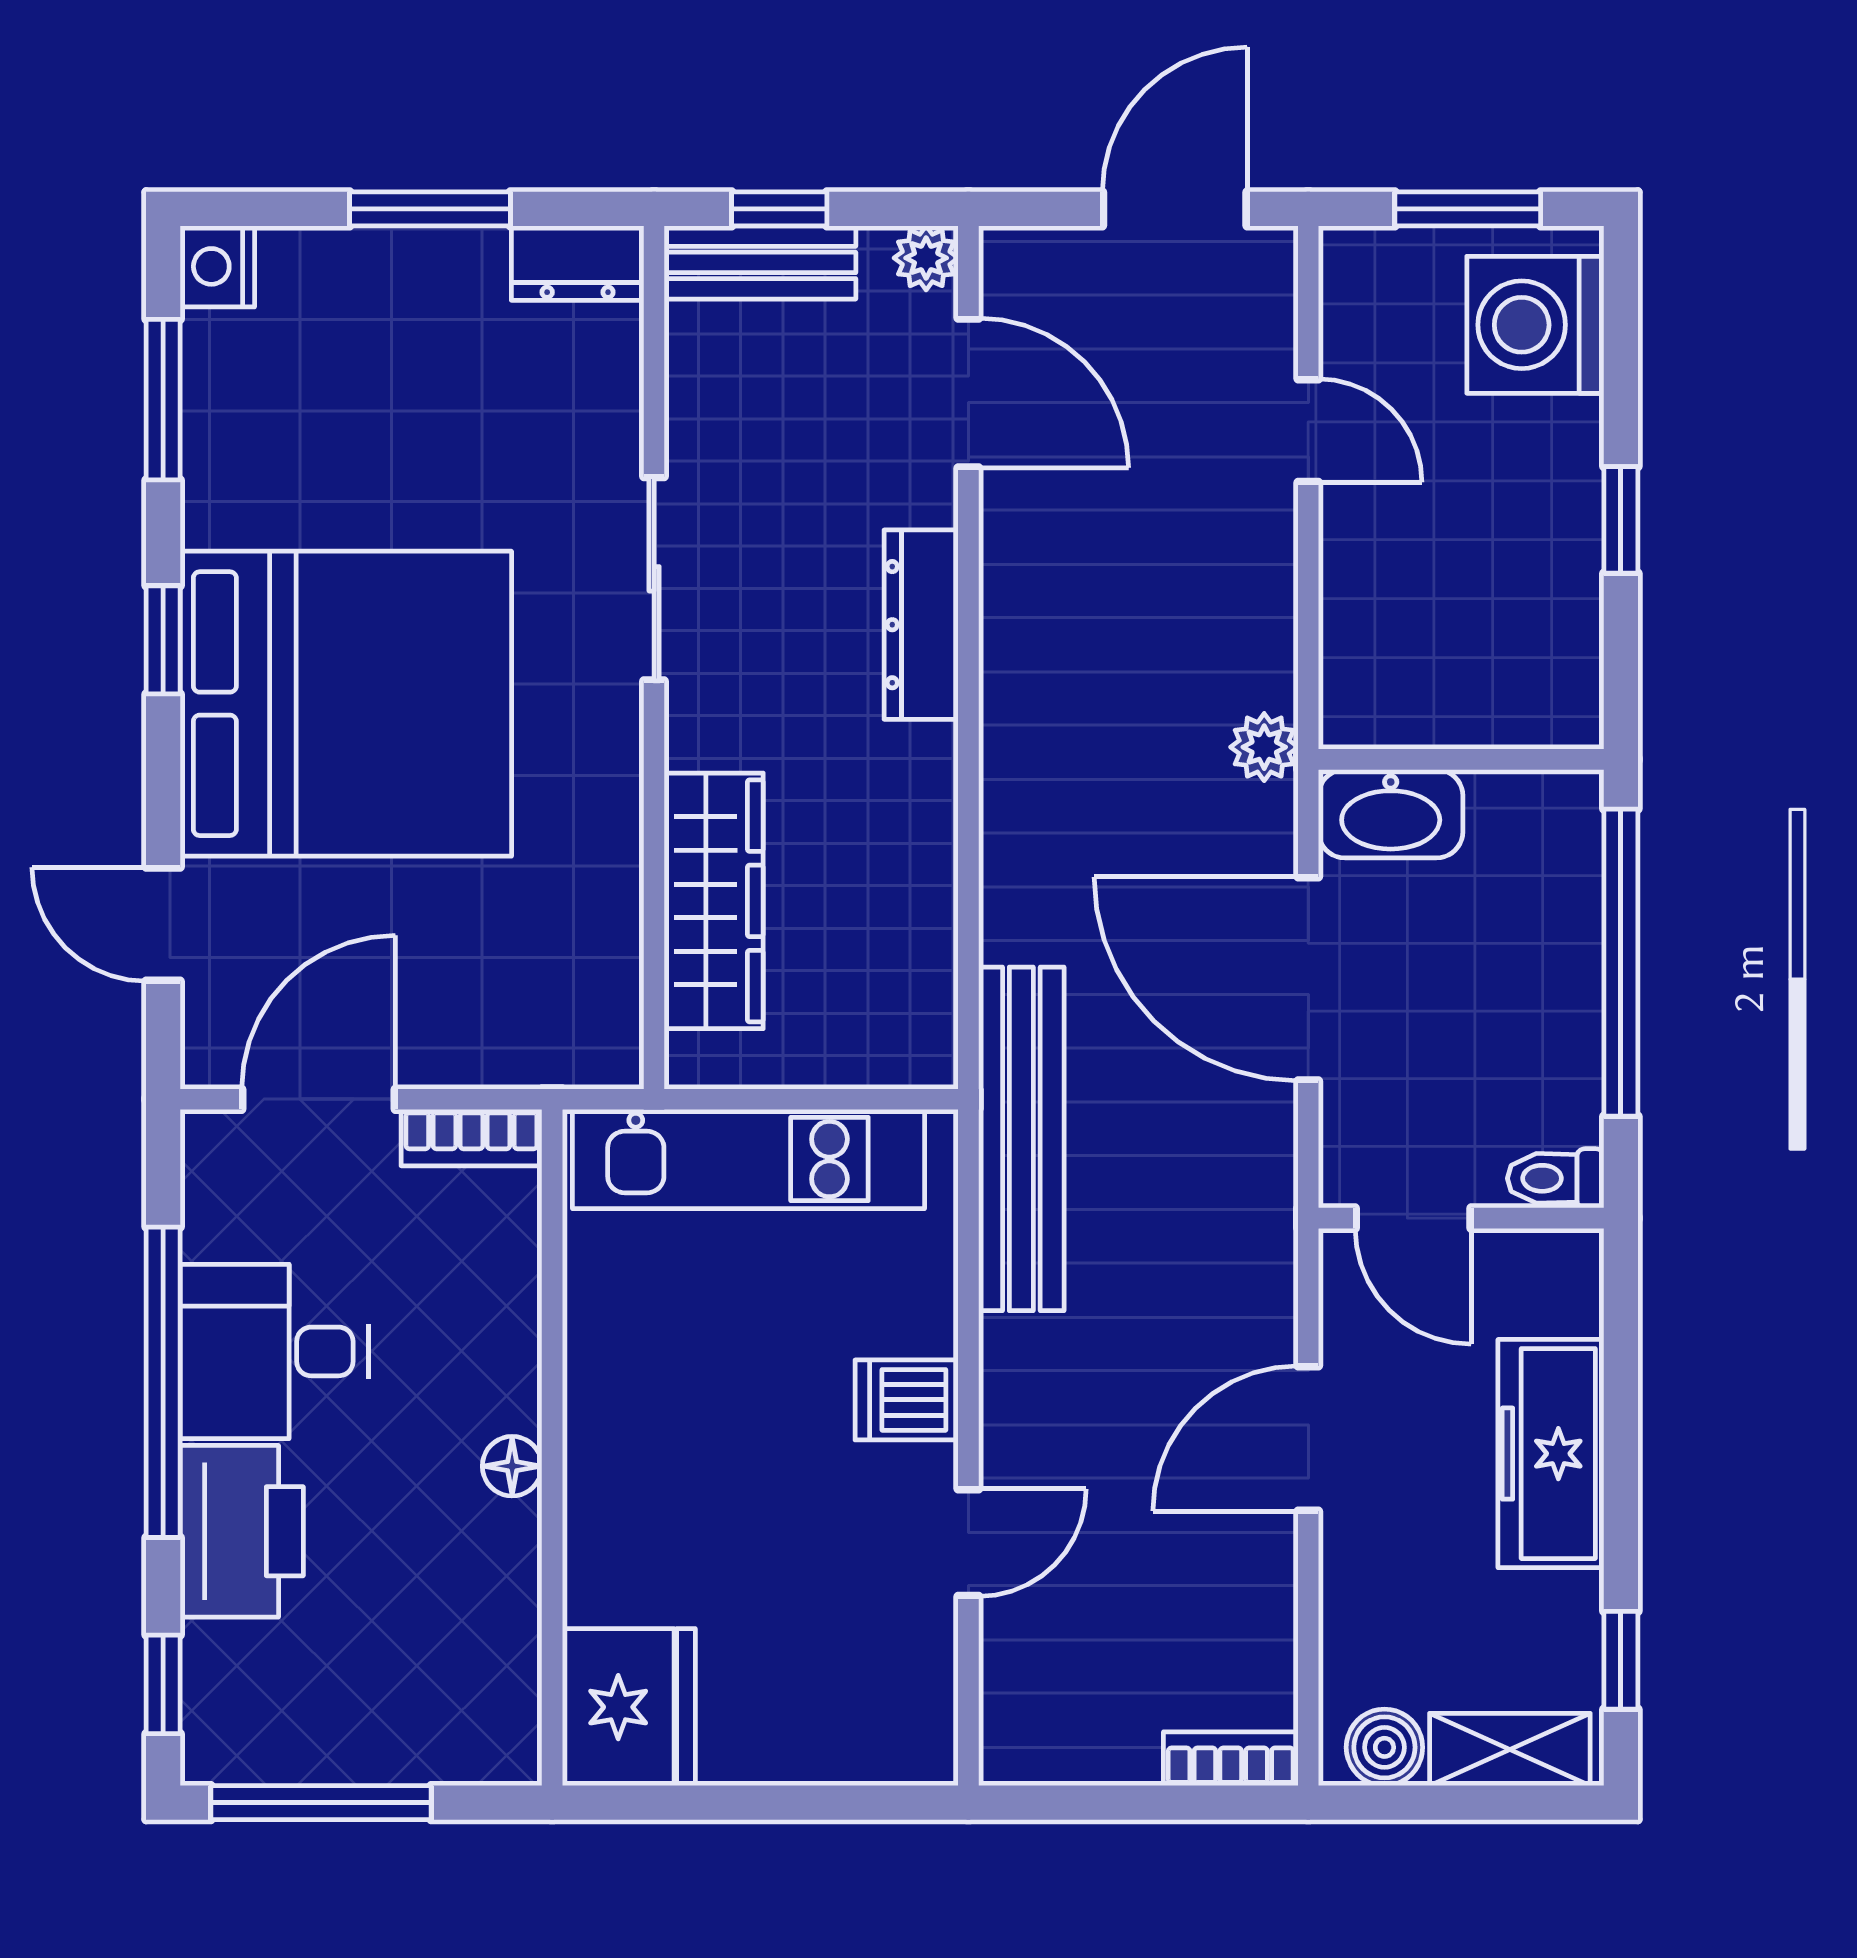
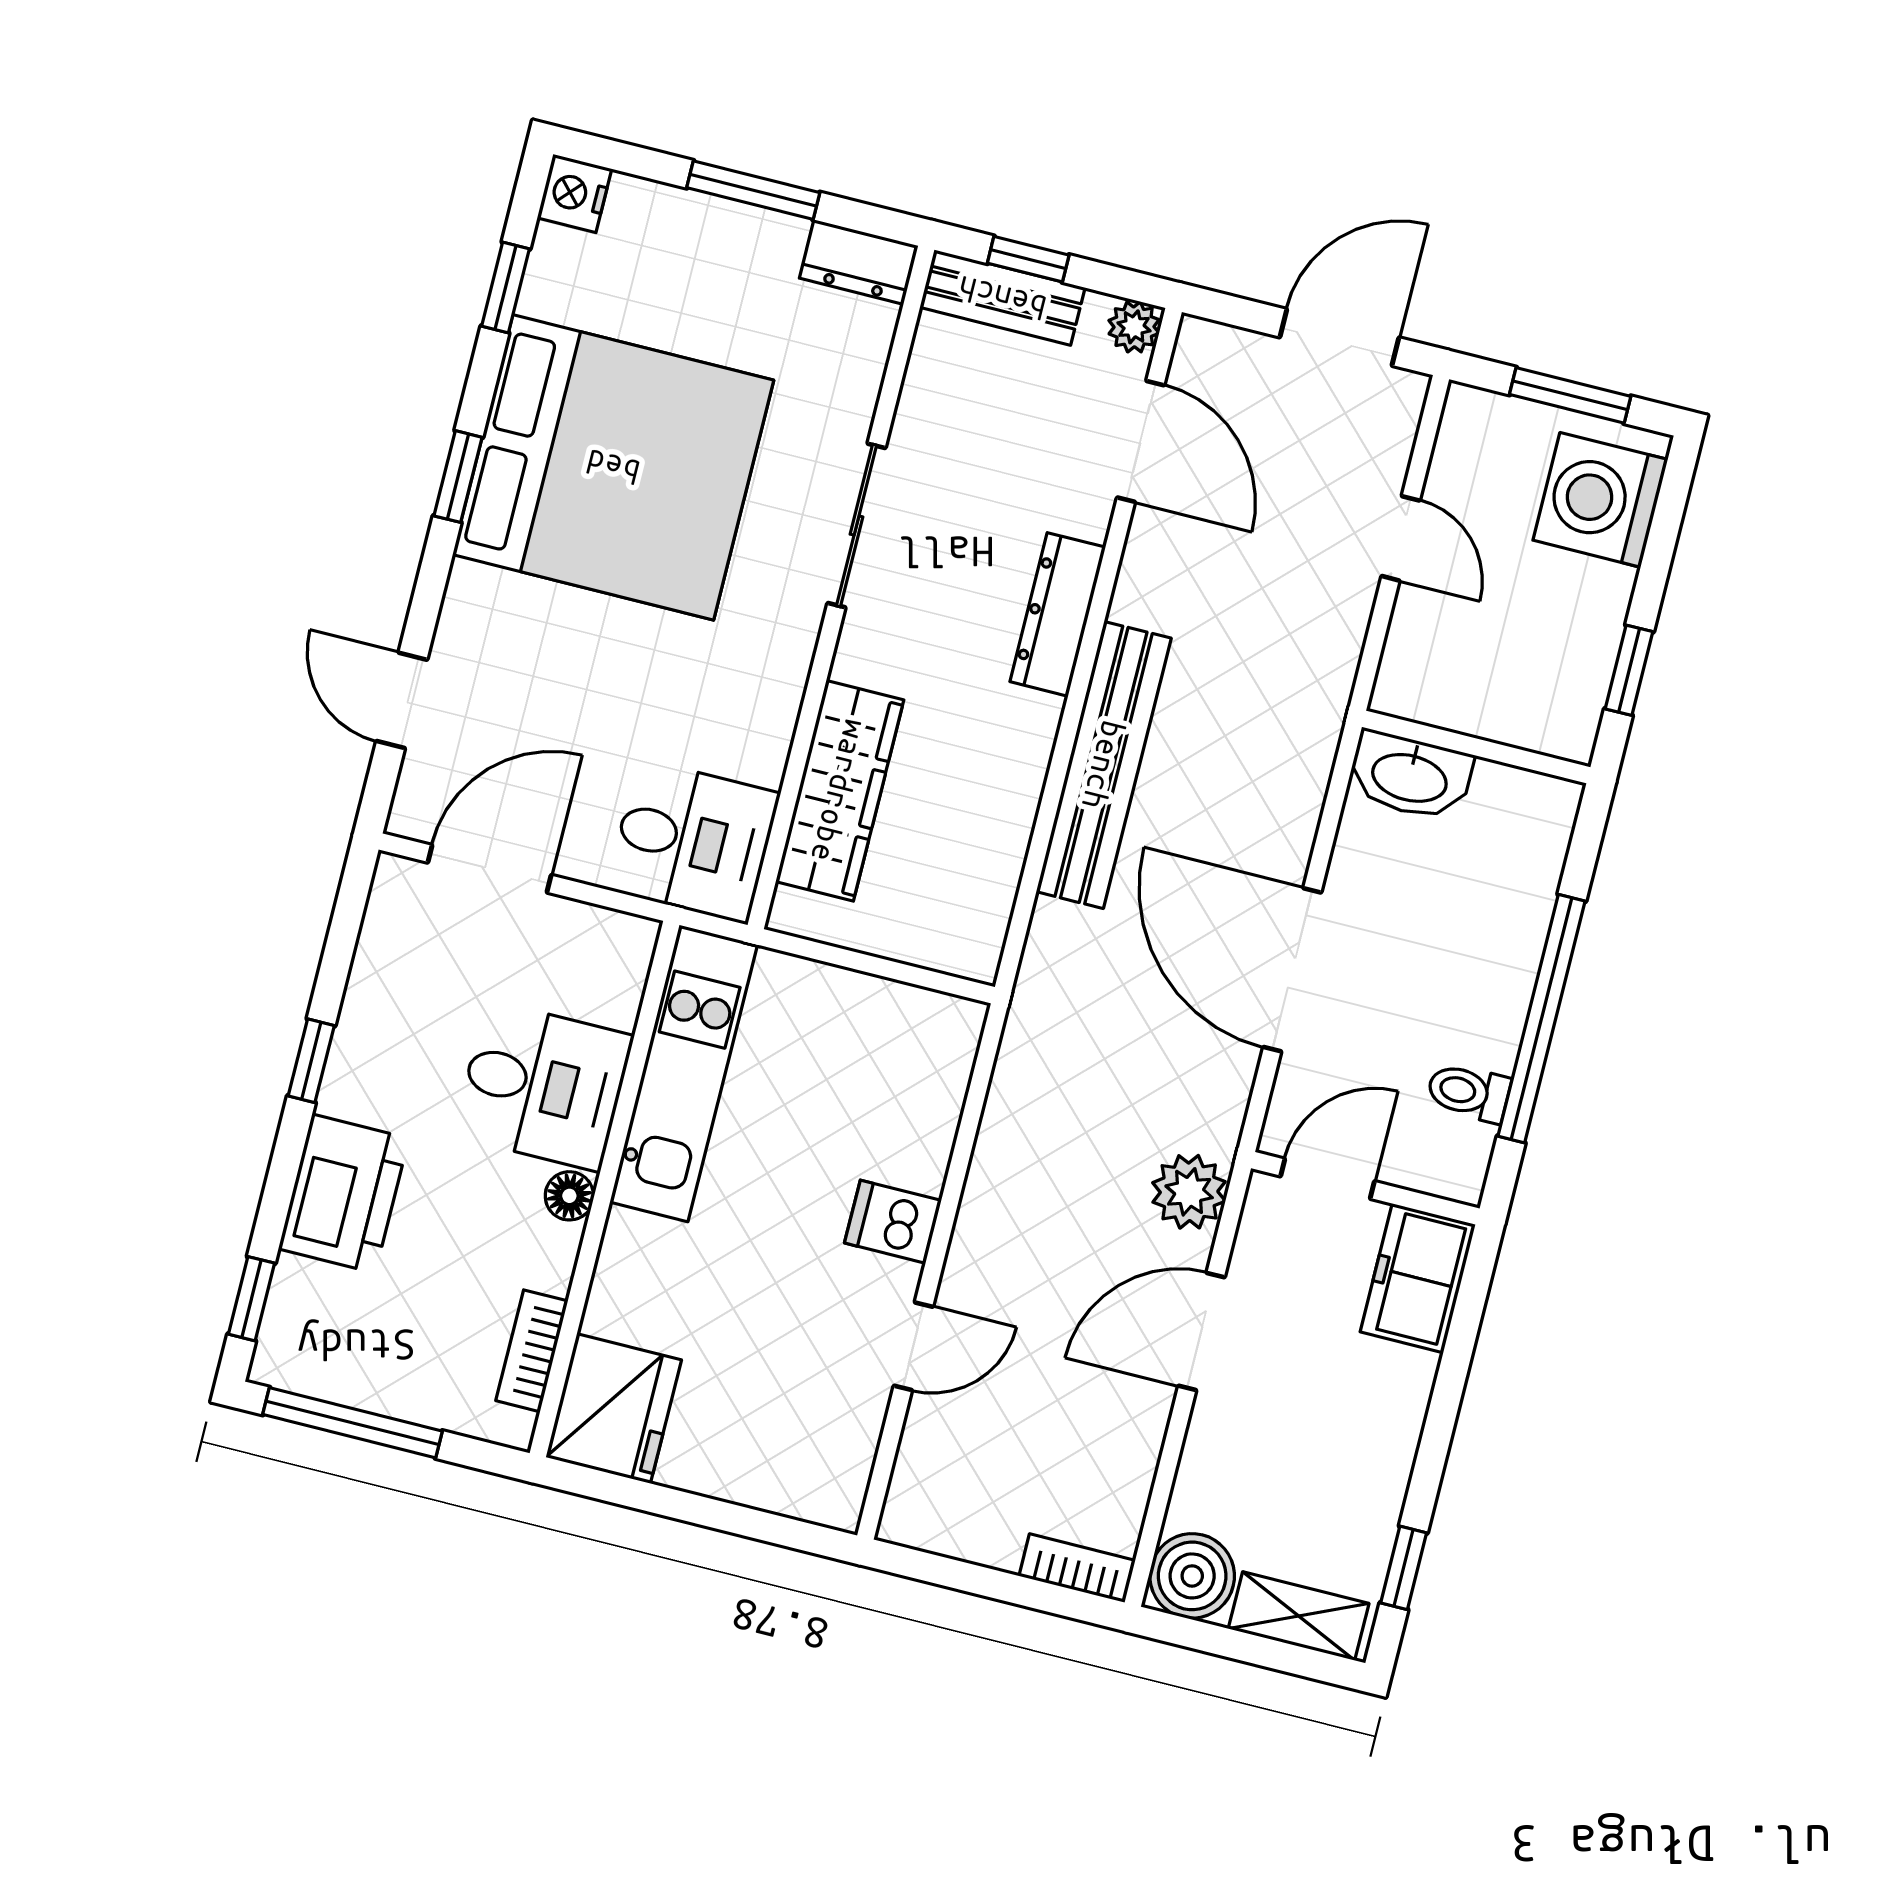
window: (163, 400) -> (505, 287), width x0.67
bed: (346, 704) -> (613, 467), moved
plant: (1264, 747) -> (1189, 1192), moved, width x1.38, depth x1.38
wall: (1461, 759) -> (1476, 747), moved
washbasin: (1391, 814) -> (1410, 776), moved
desk: (553, 1005) -> (693, 841), added
bookcase: (471, 1138) -> (532, 1351), moved, turned 90
bench: (1021, 1139) -> (1104, 765), moved
kitchen unit: (748, 1159) -> (684, 1073), moved, turned -90
toilet: (1556, 1178) -> (1468, 1092), moved
door: (1413, 1218) -> (1328, 1179), swing flipped
desk: (274, 1351) -> (543, 1086), moved, turned 180
window: (163, 1382) -> (311, 1061), width x0.32
freezer: (1551, 1454) -> (1418, 1278), moved, width x0.71
boiler: (1384, 1747) -> (1192, 1576), width x1.36, depth x1.36

